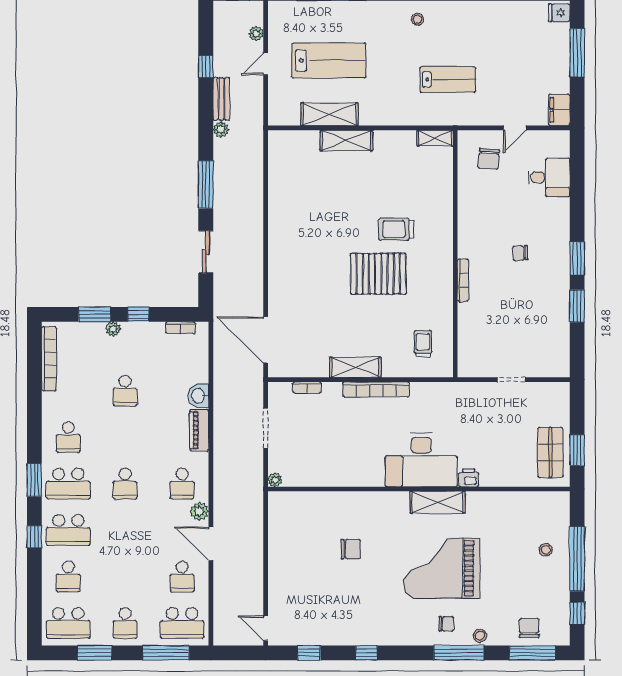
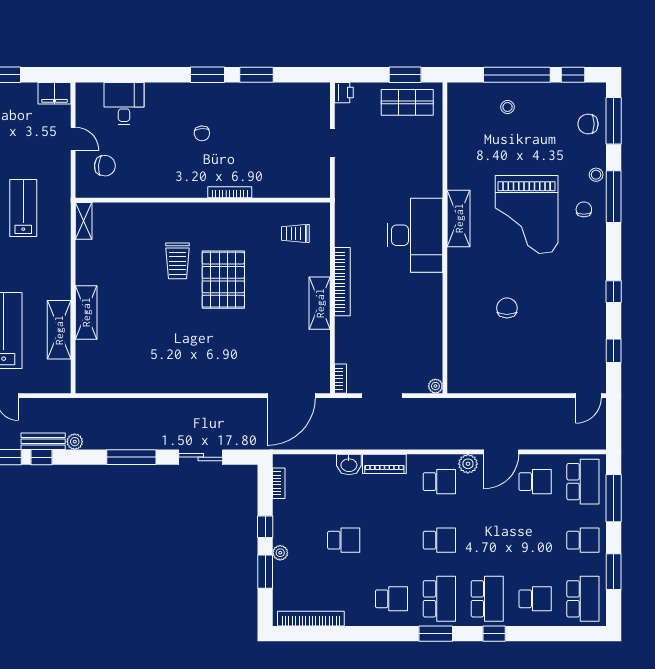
window: (206, 97) -> (41, 457), added
bookcase: (307, 388) -> (340, 379), moved
printer: (469, 478) -> (344, 93), moved, turned 180

